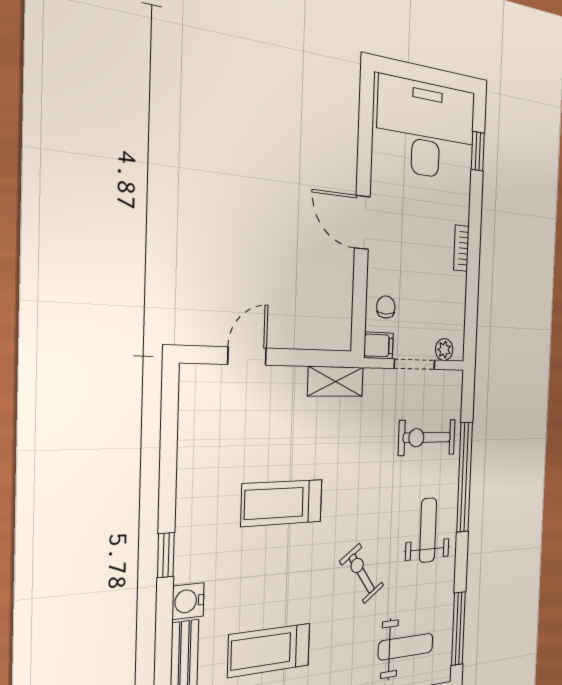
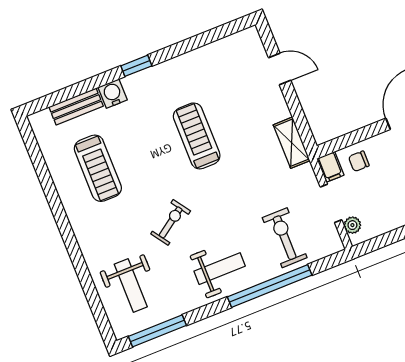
chair: (386, 307) -> (359, 161), turned 180
treadmill: (269, 650) -> (98, 168), turned 180

